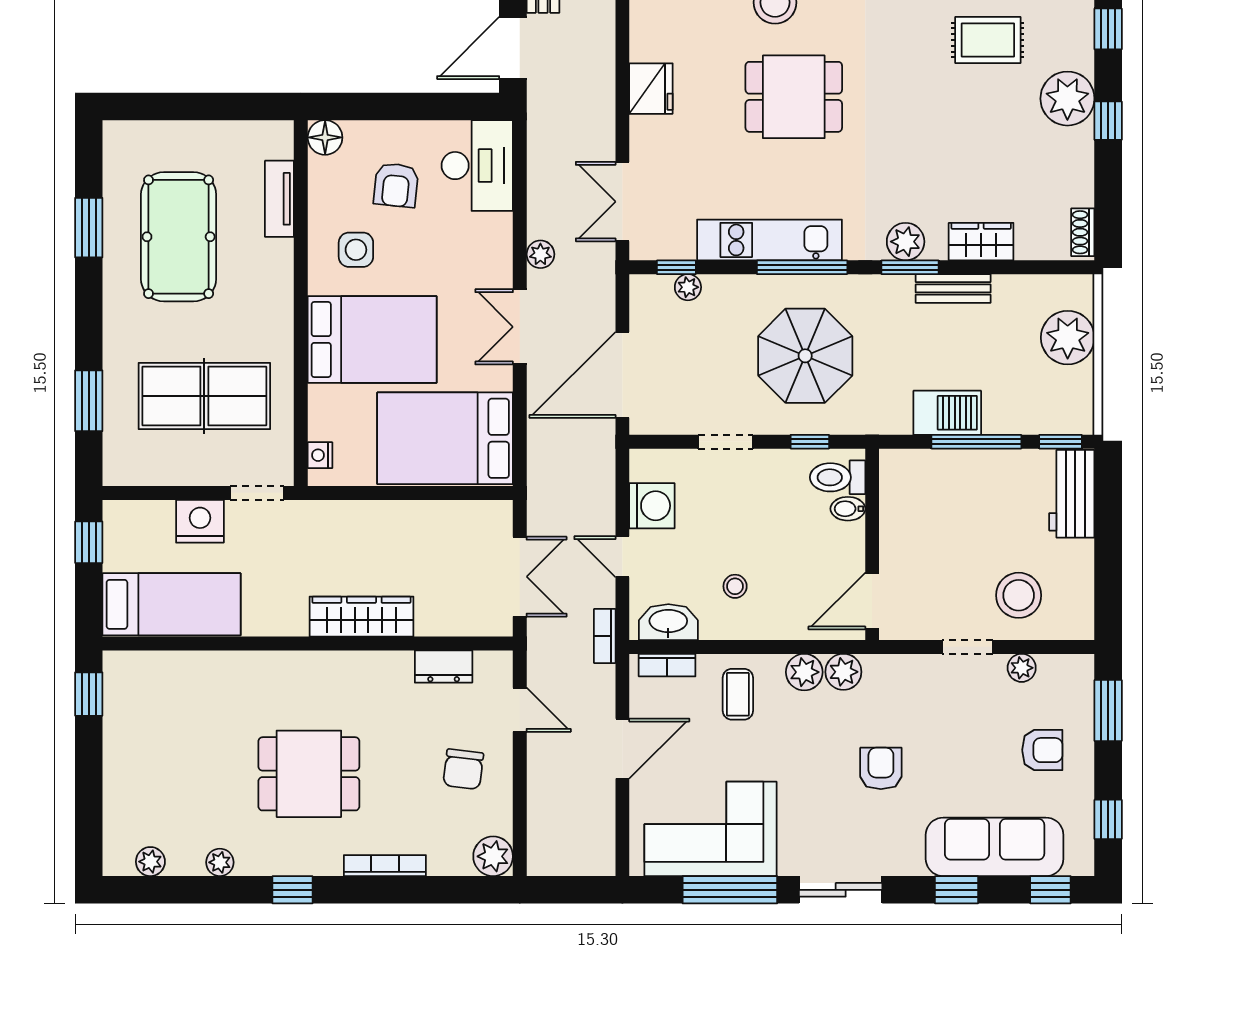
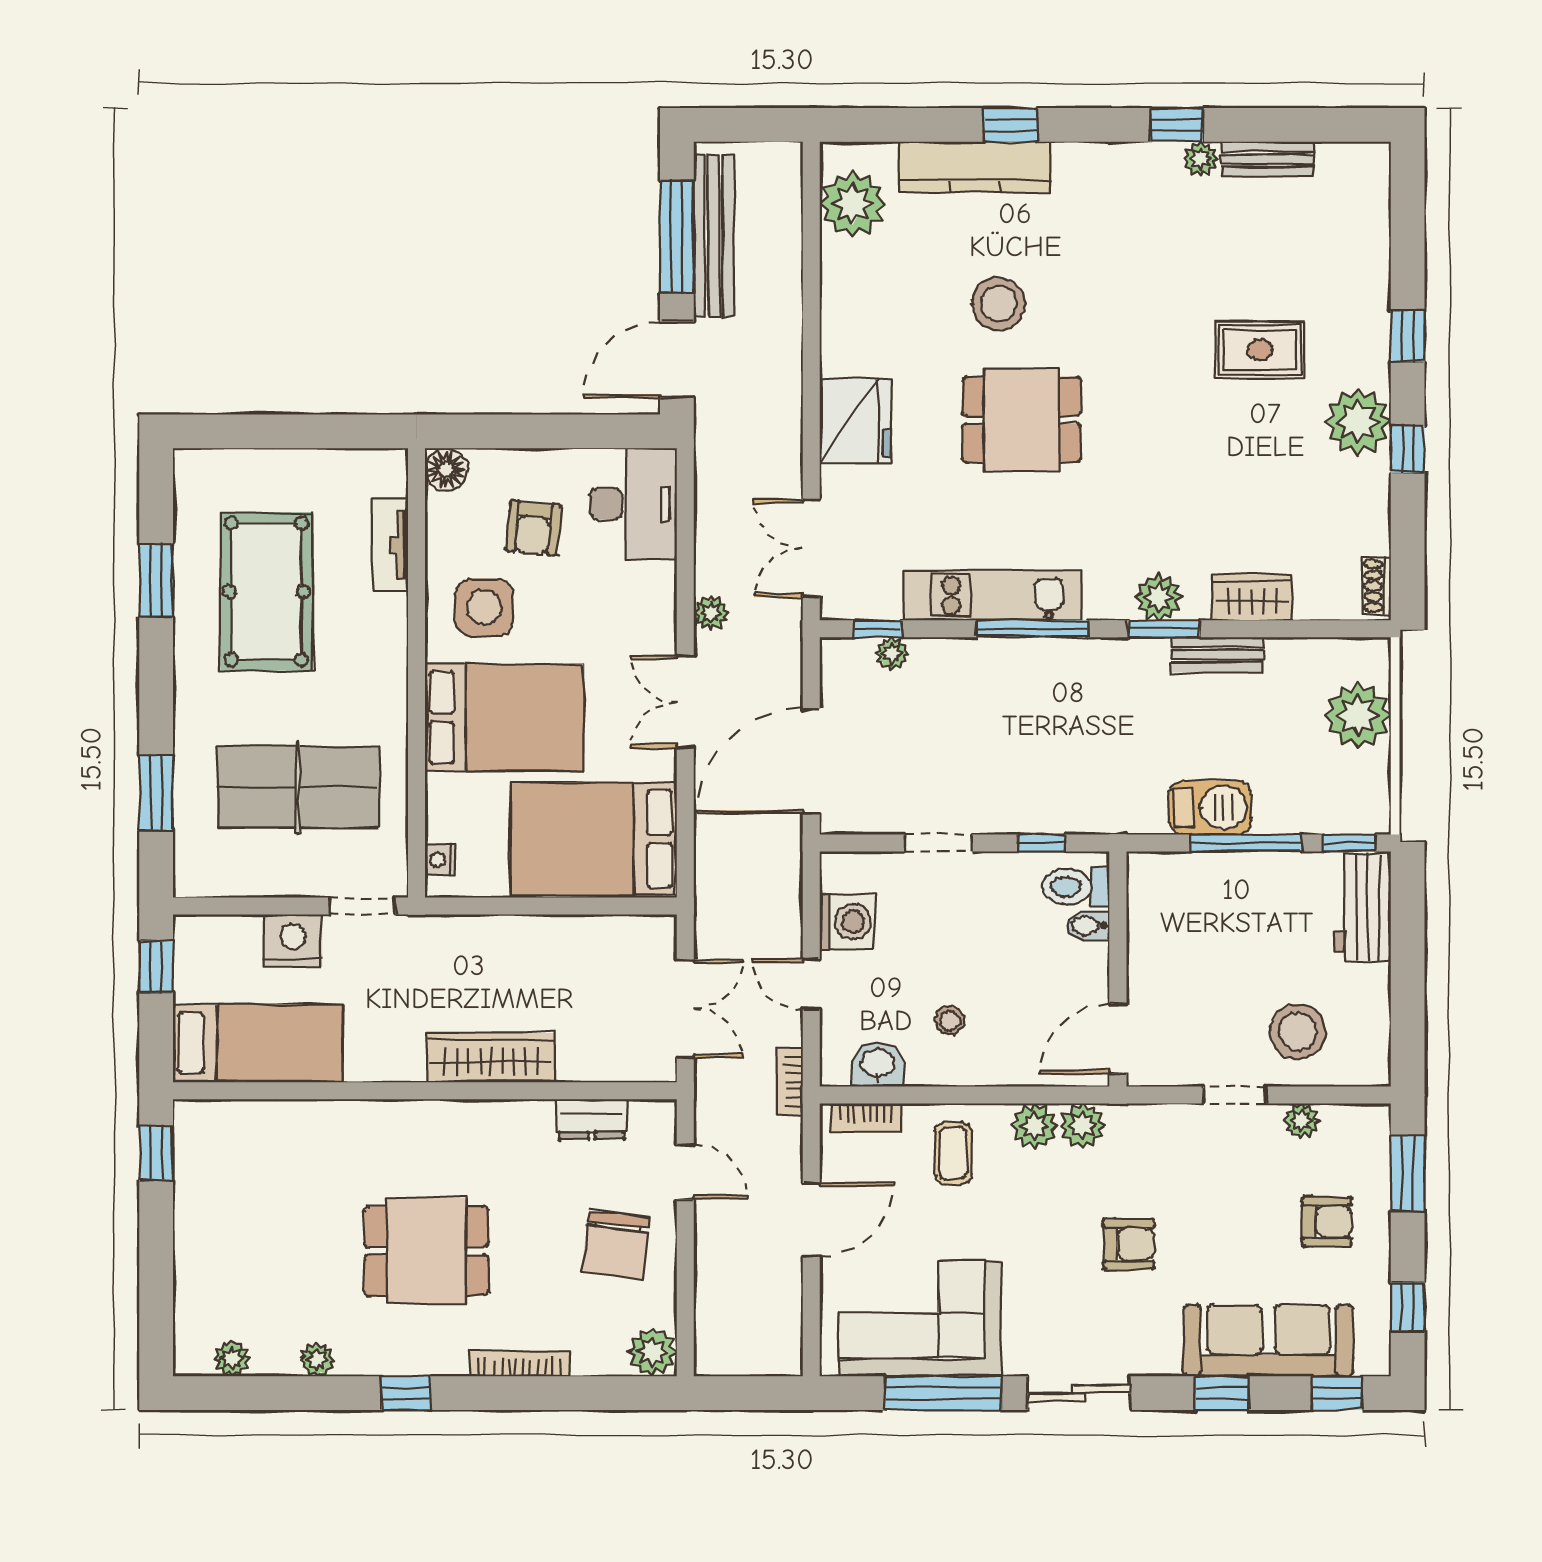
fridge: (651, 89) -> (855, 421), width x1.36, depth x1.34
side table: (356, 250) -> (484, 607), width x1.37, depth x1.37
parasol: (805, 356) -> (1036, 738), removed
washbasin: (668, 622) -> (878, 1064), width x0.72
armchair: (881, 768) -> (1129, 1244), turned 90
chair: (463, 769) -> (616, 1245), width x1.37, depth x1.37

